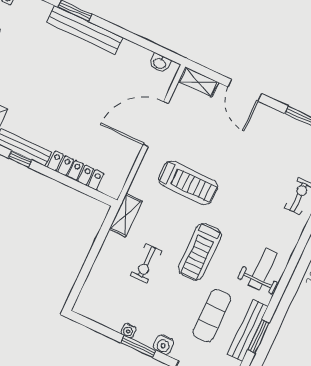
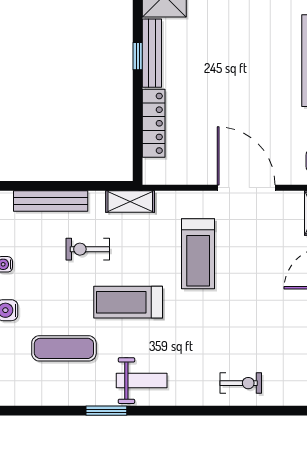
bench: (248, 330) -> (51, 201), moved
window: (258, 336) -> (106, 411), moved

